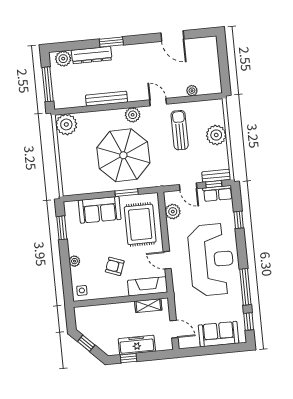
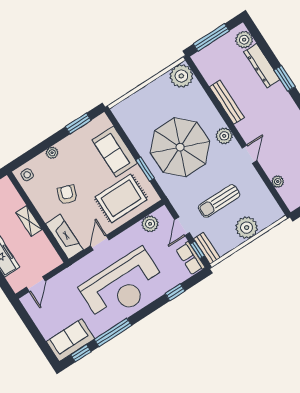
sun lounger: (180, 130) -> (219, 201), moved, turned 180
shelving: (148, 306) -> (29, 221), moved
sofa: (219, 334) -> (71, 340), moved, turned -90

